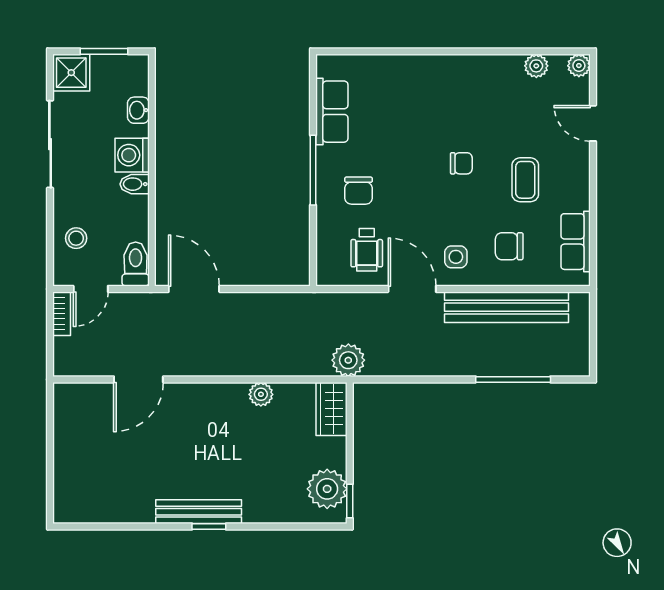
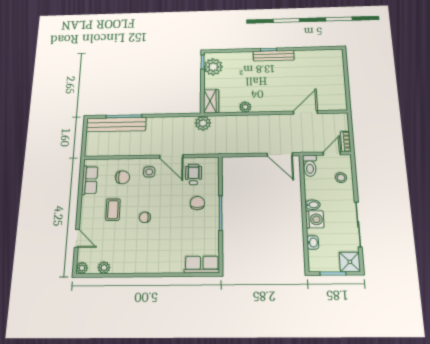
row of seats: (332, 112) -> (202, 265), moved, turned 90
bench: (506, 307) -> (116, 124), moved

